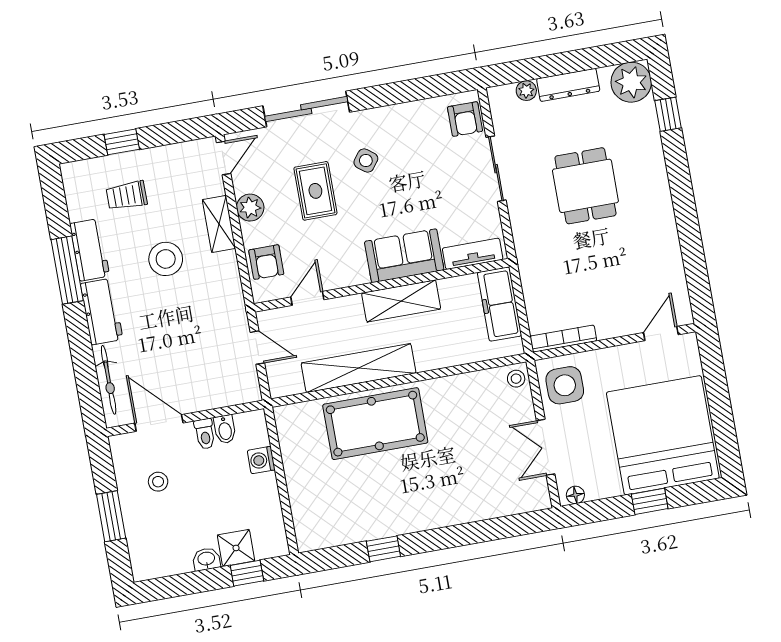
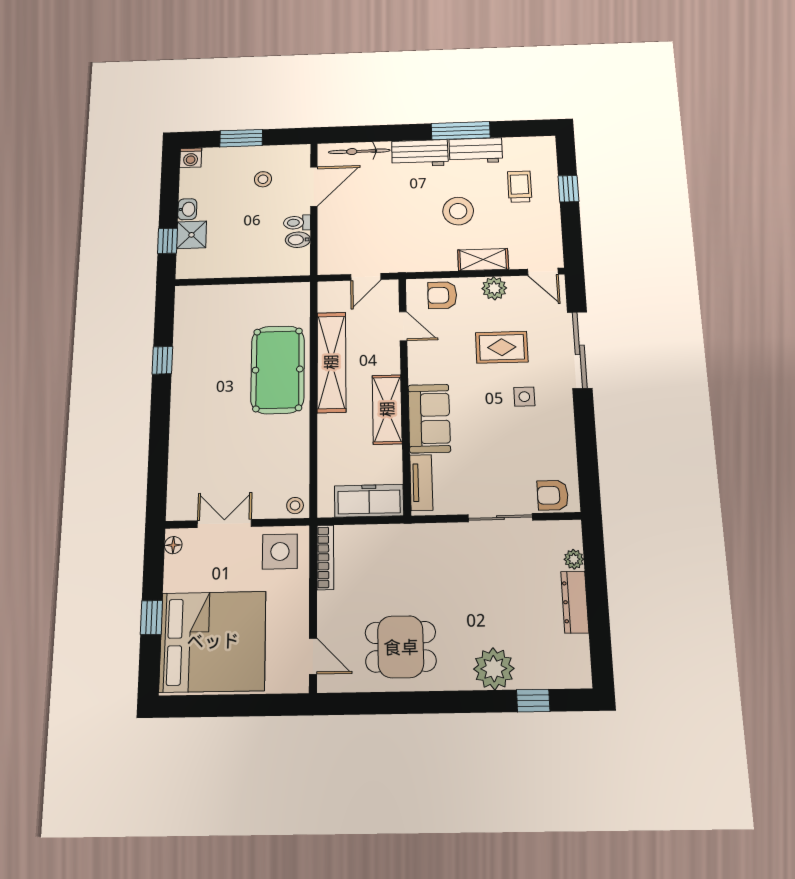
plant: (631, 82) -> (494, 669), moved
side table: (366, 160) -> (524, 397), turned -37
dining table: (585, 186) -> (401, 647), moved
washing machine: (261, 460) -> (191, 158), moved, turned 180

